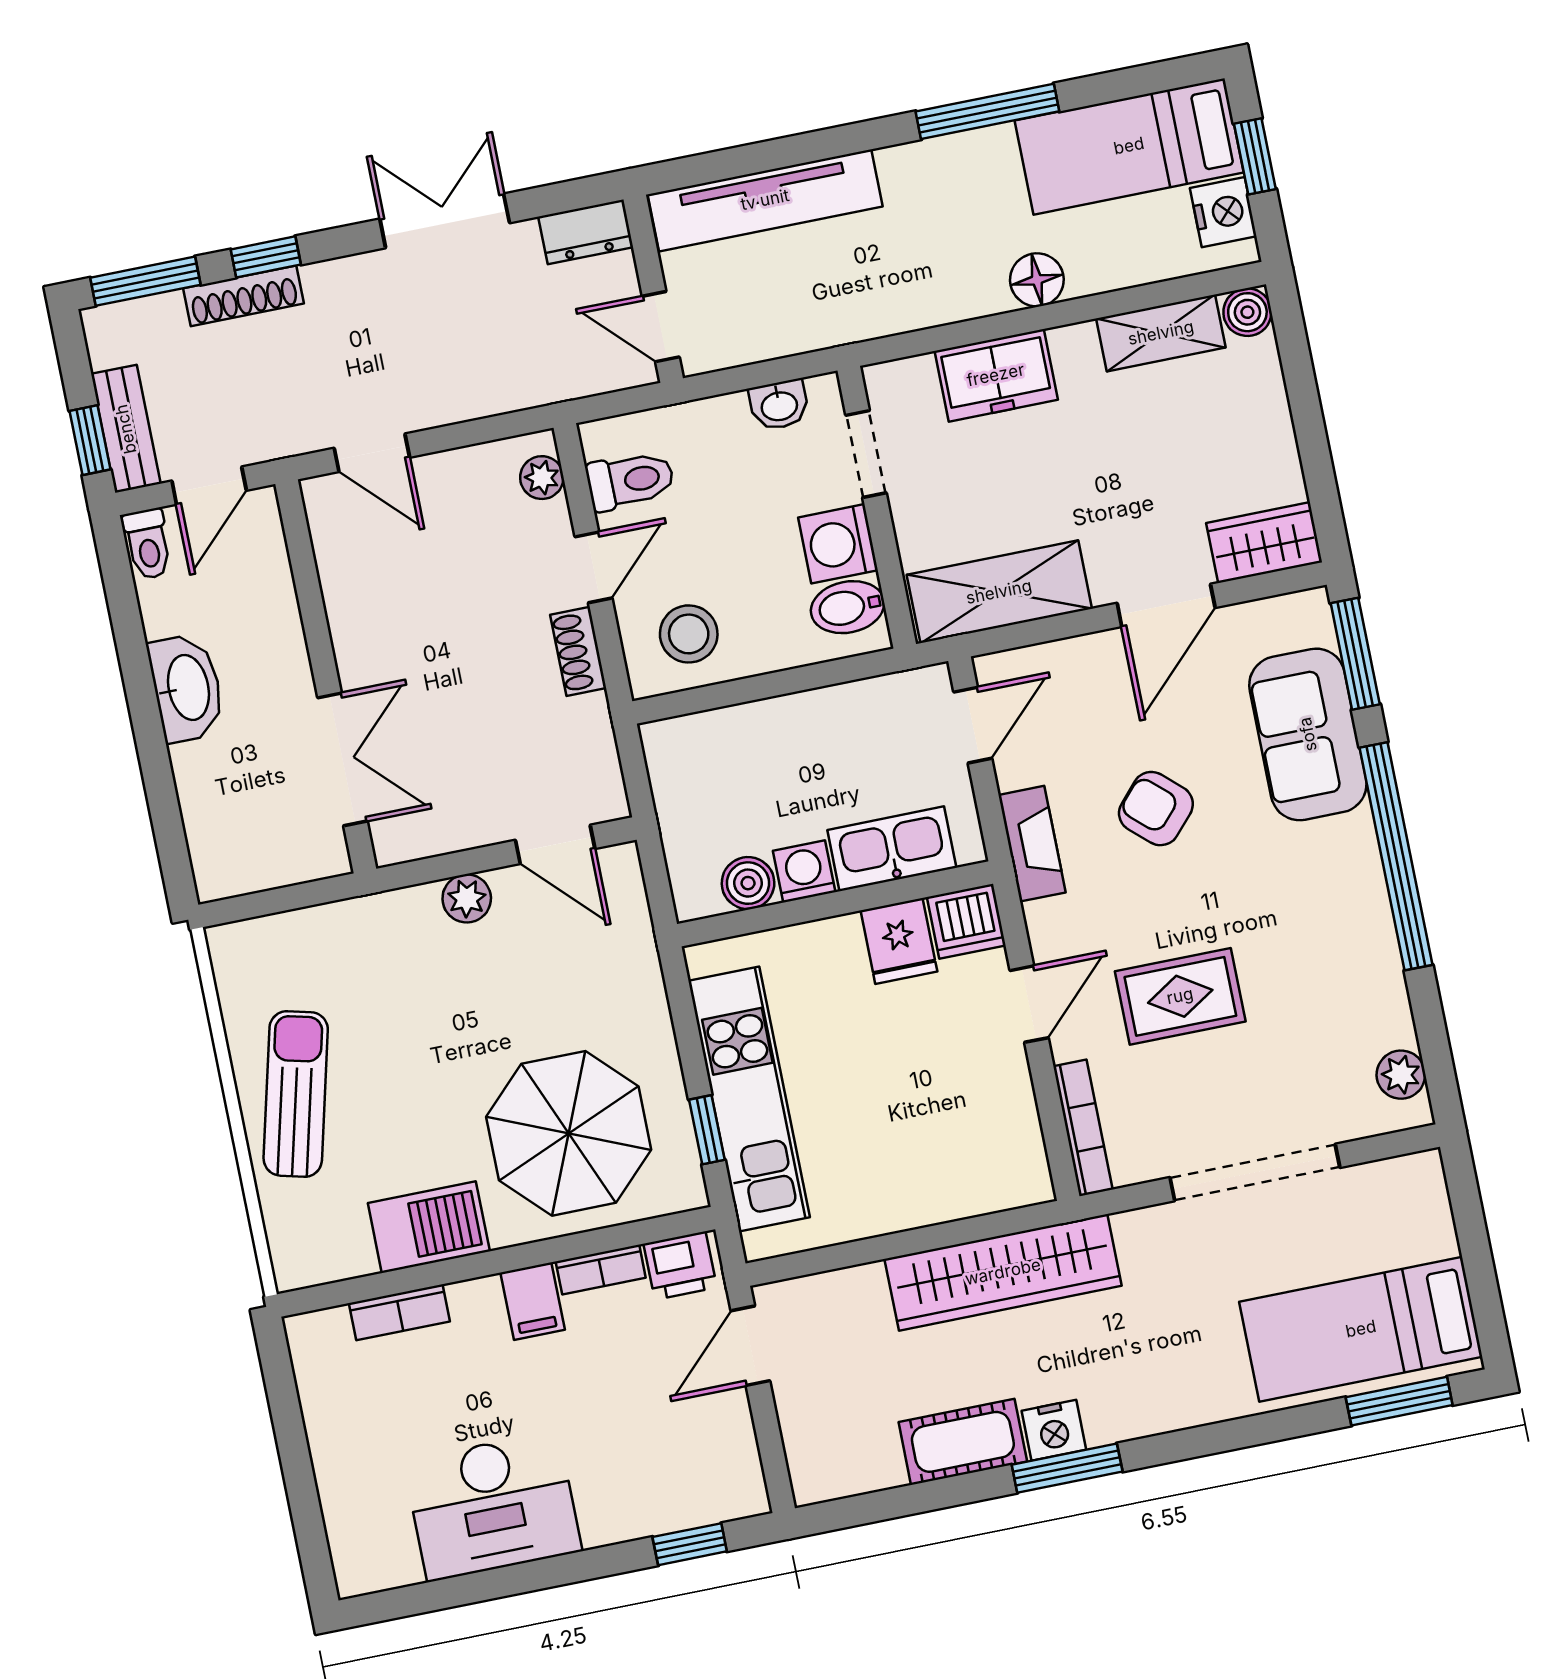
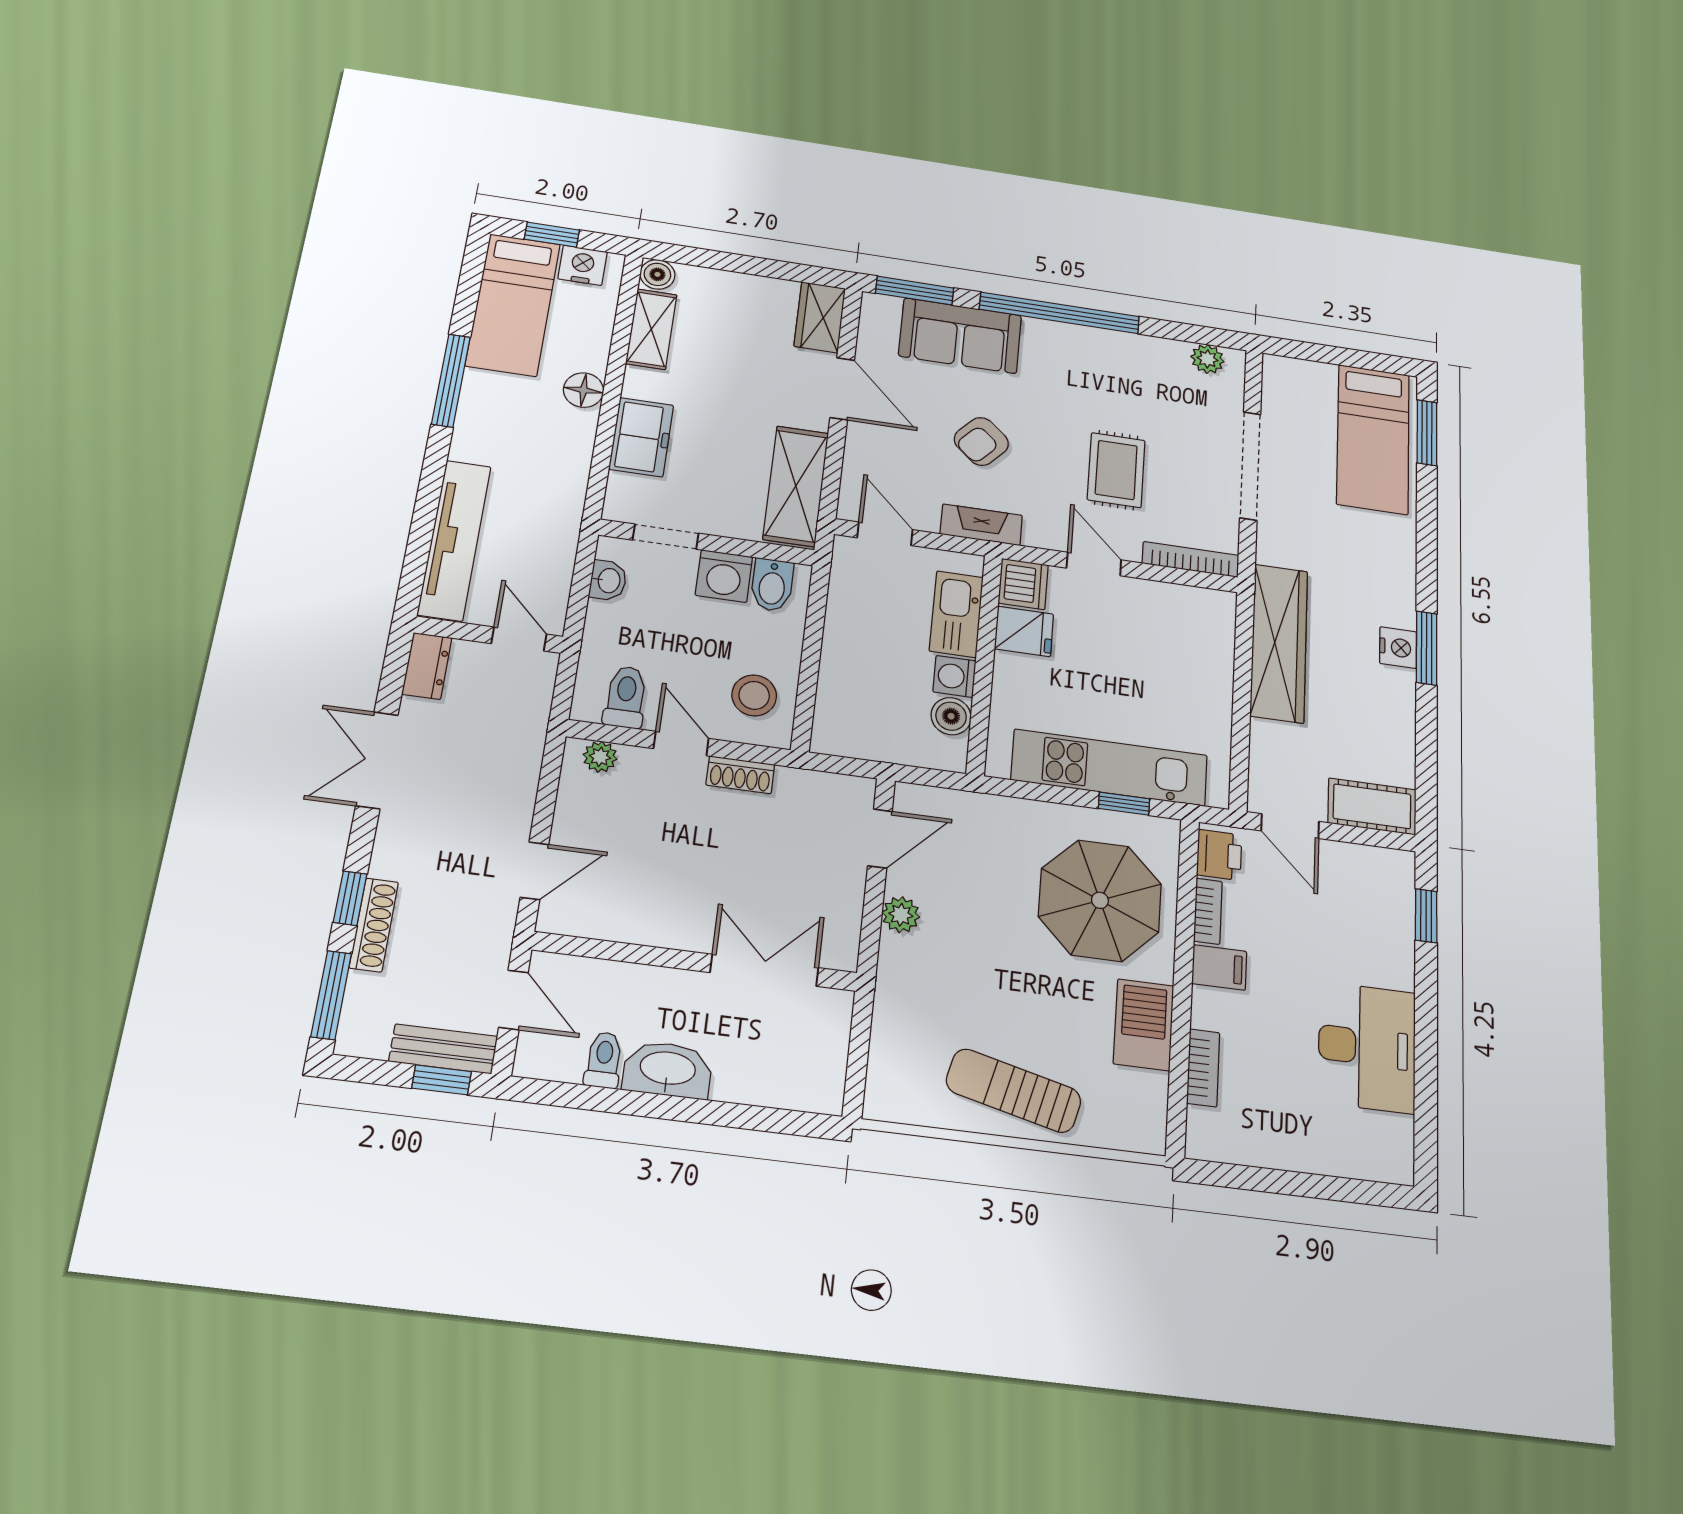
door: (661, 327) -> (519, 639), swing flipped
toilet: (148, 544) -> (604, 1060), moved, turned -90
cot: (963, 1442) -> (1372, 806), moved, turned 90

